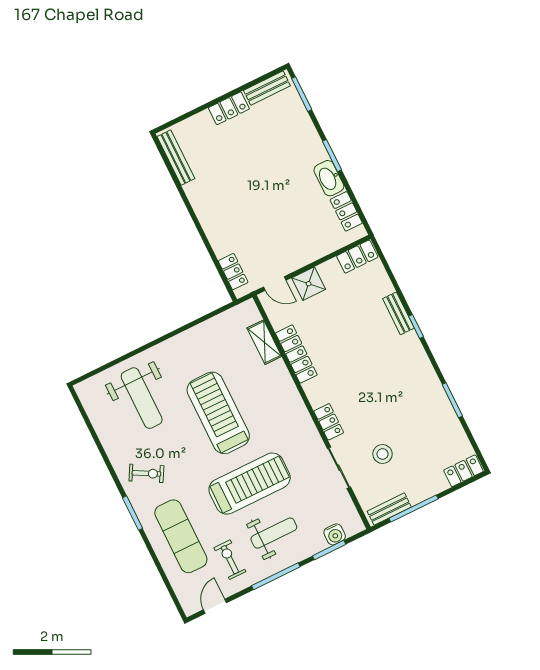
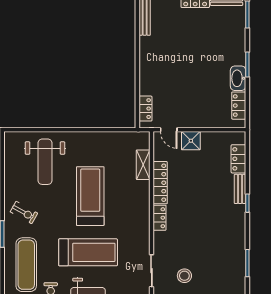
locker: (357, 257) -> (238, 159), moved, turned 90
locker: (329, 422) -> (160, 218), moved

